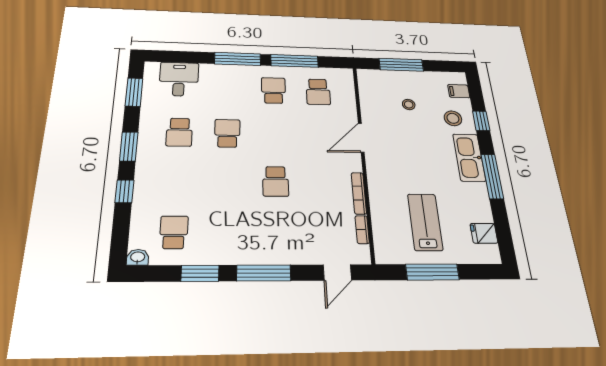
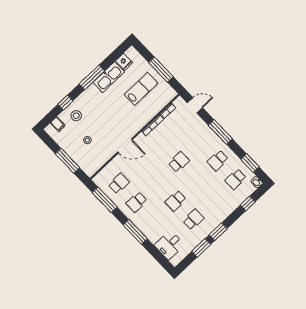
window: (294, 61) -> (105, 200), moved
window: (134, 92) -> (201, 248), moved
kitchen sink: (469, 157) -> (109, 77), moved
window: (124, 191) -> (248, 203), moved
lab bench: (425, 222) -> (141, 89), turned 180
school desk: (226, 232) -> (218, 161), added
window: (200, 273) -> (250, 163), moved

